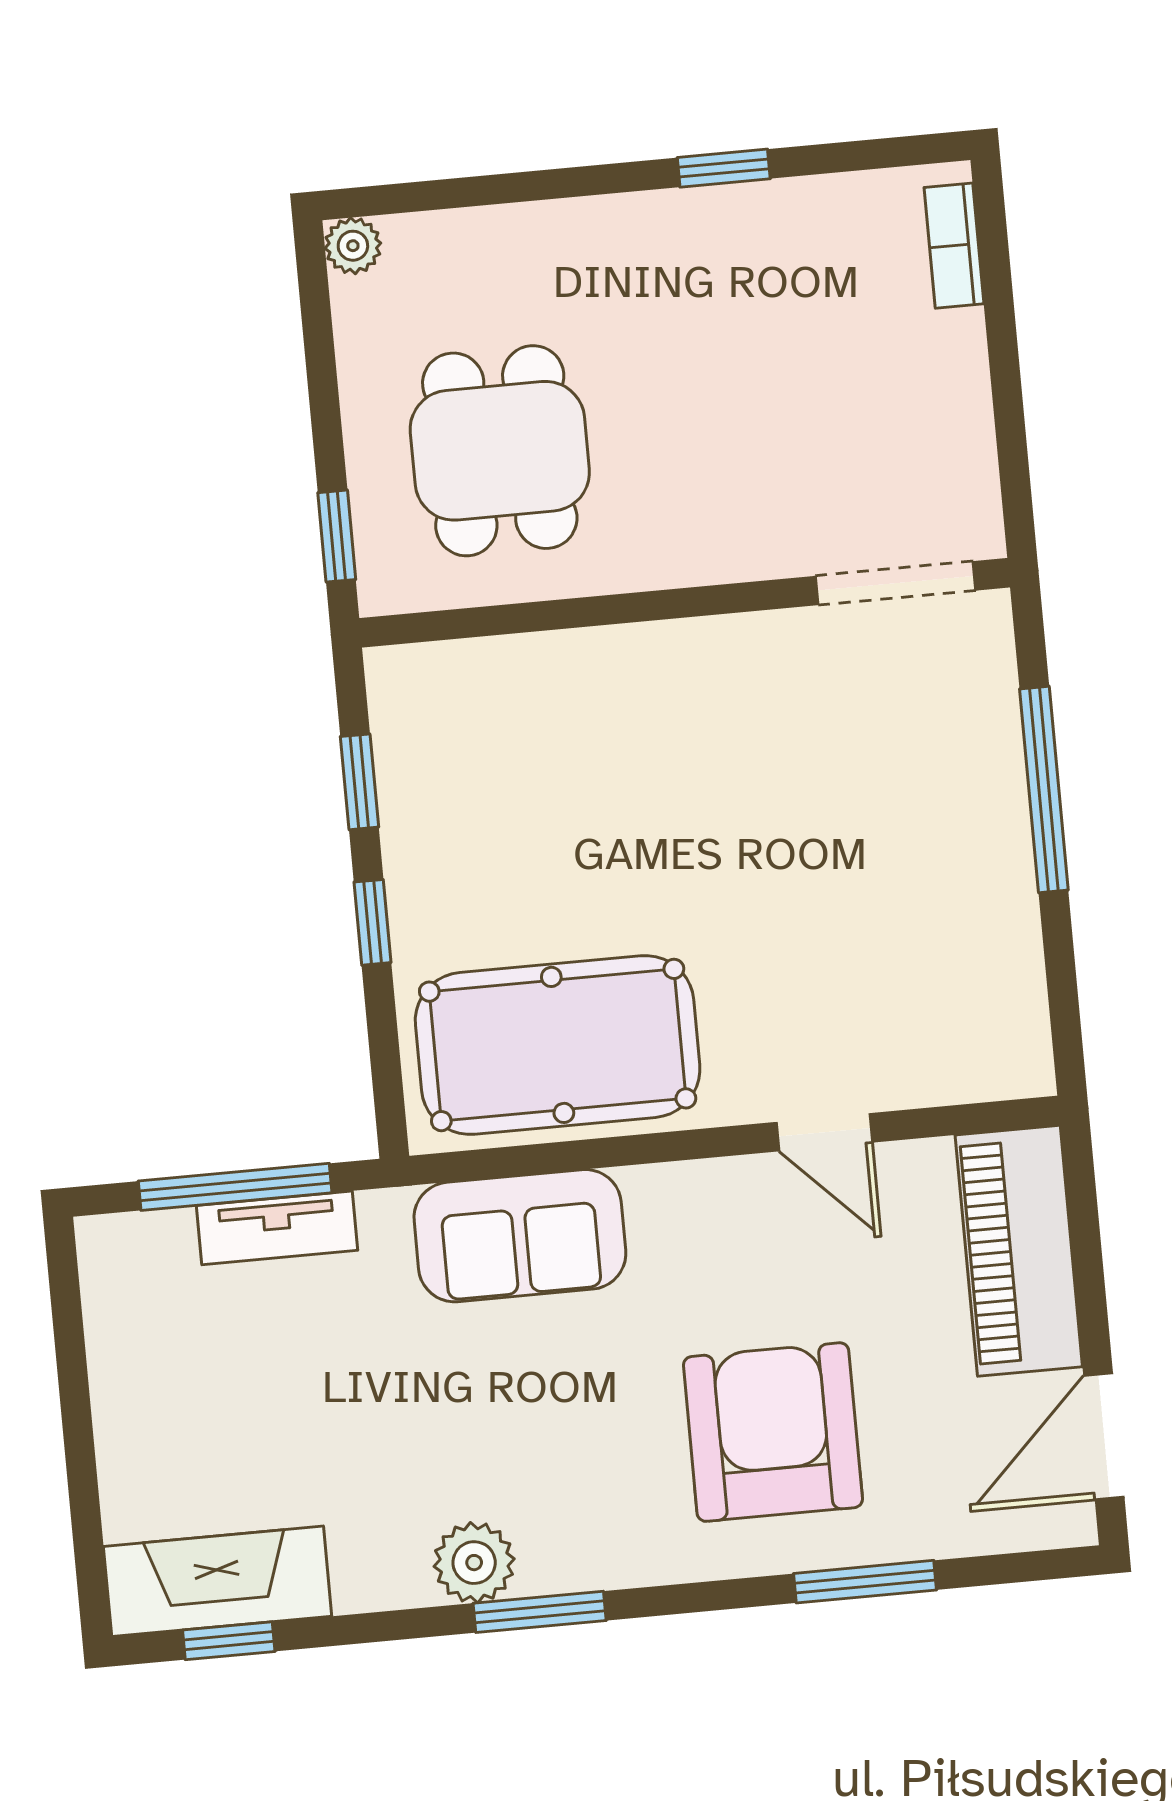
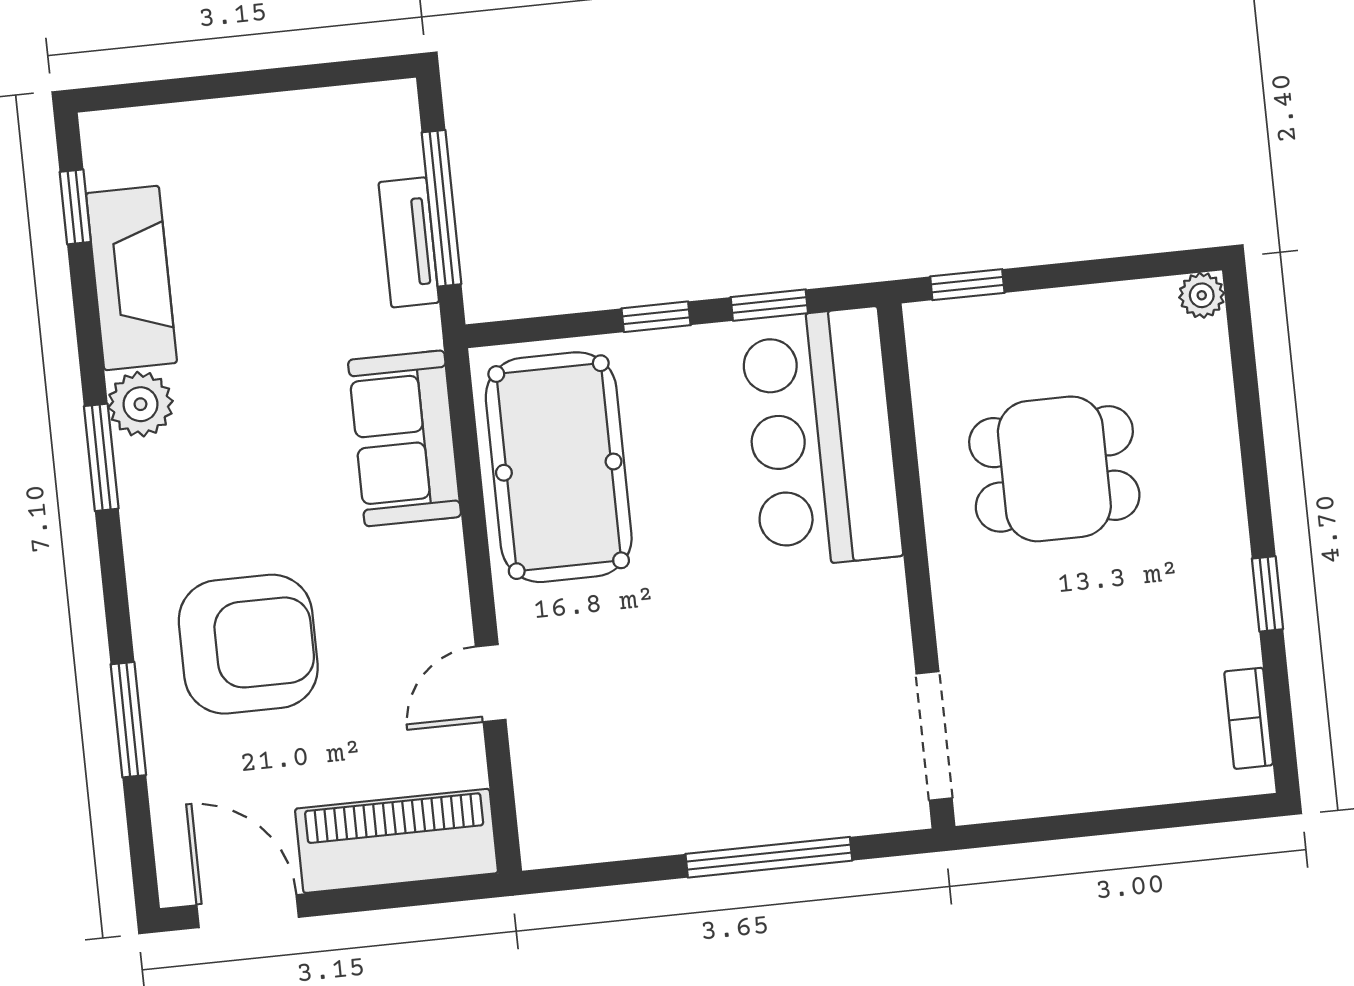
bookcase: (954, 246) -> (1249, 718), moved, turned -90
dining table: (500, 451) -> (1054, 469), moved
bar counter: (525, 719) -> (821, 438), added
fireplace: (218, 1581) -> (132, 278), moved

